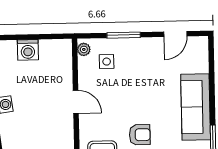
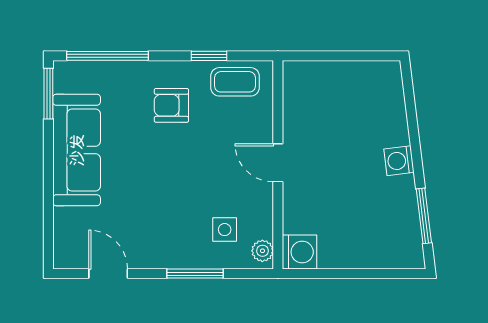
door: (175, 34) -> (108, 274), hinge flipped
washing machine: (28, 50) -> (299, 252), moved, turned 90

